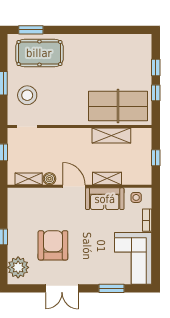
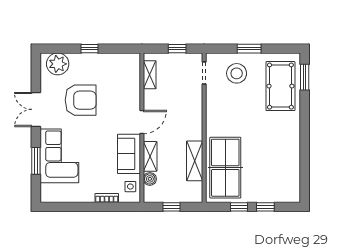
boiler: (49, 179) -> (150, 179), moved
corner sofa: (133, 258) -> (59, 156), moved, turned 90

